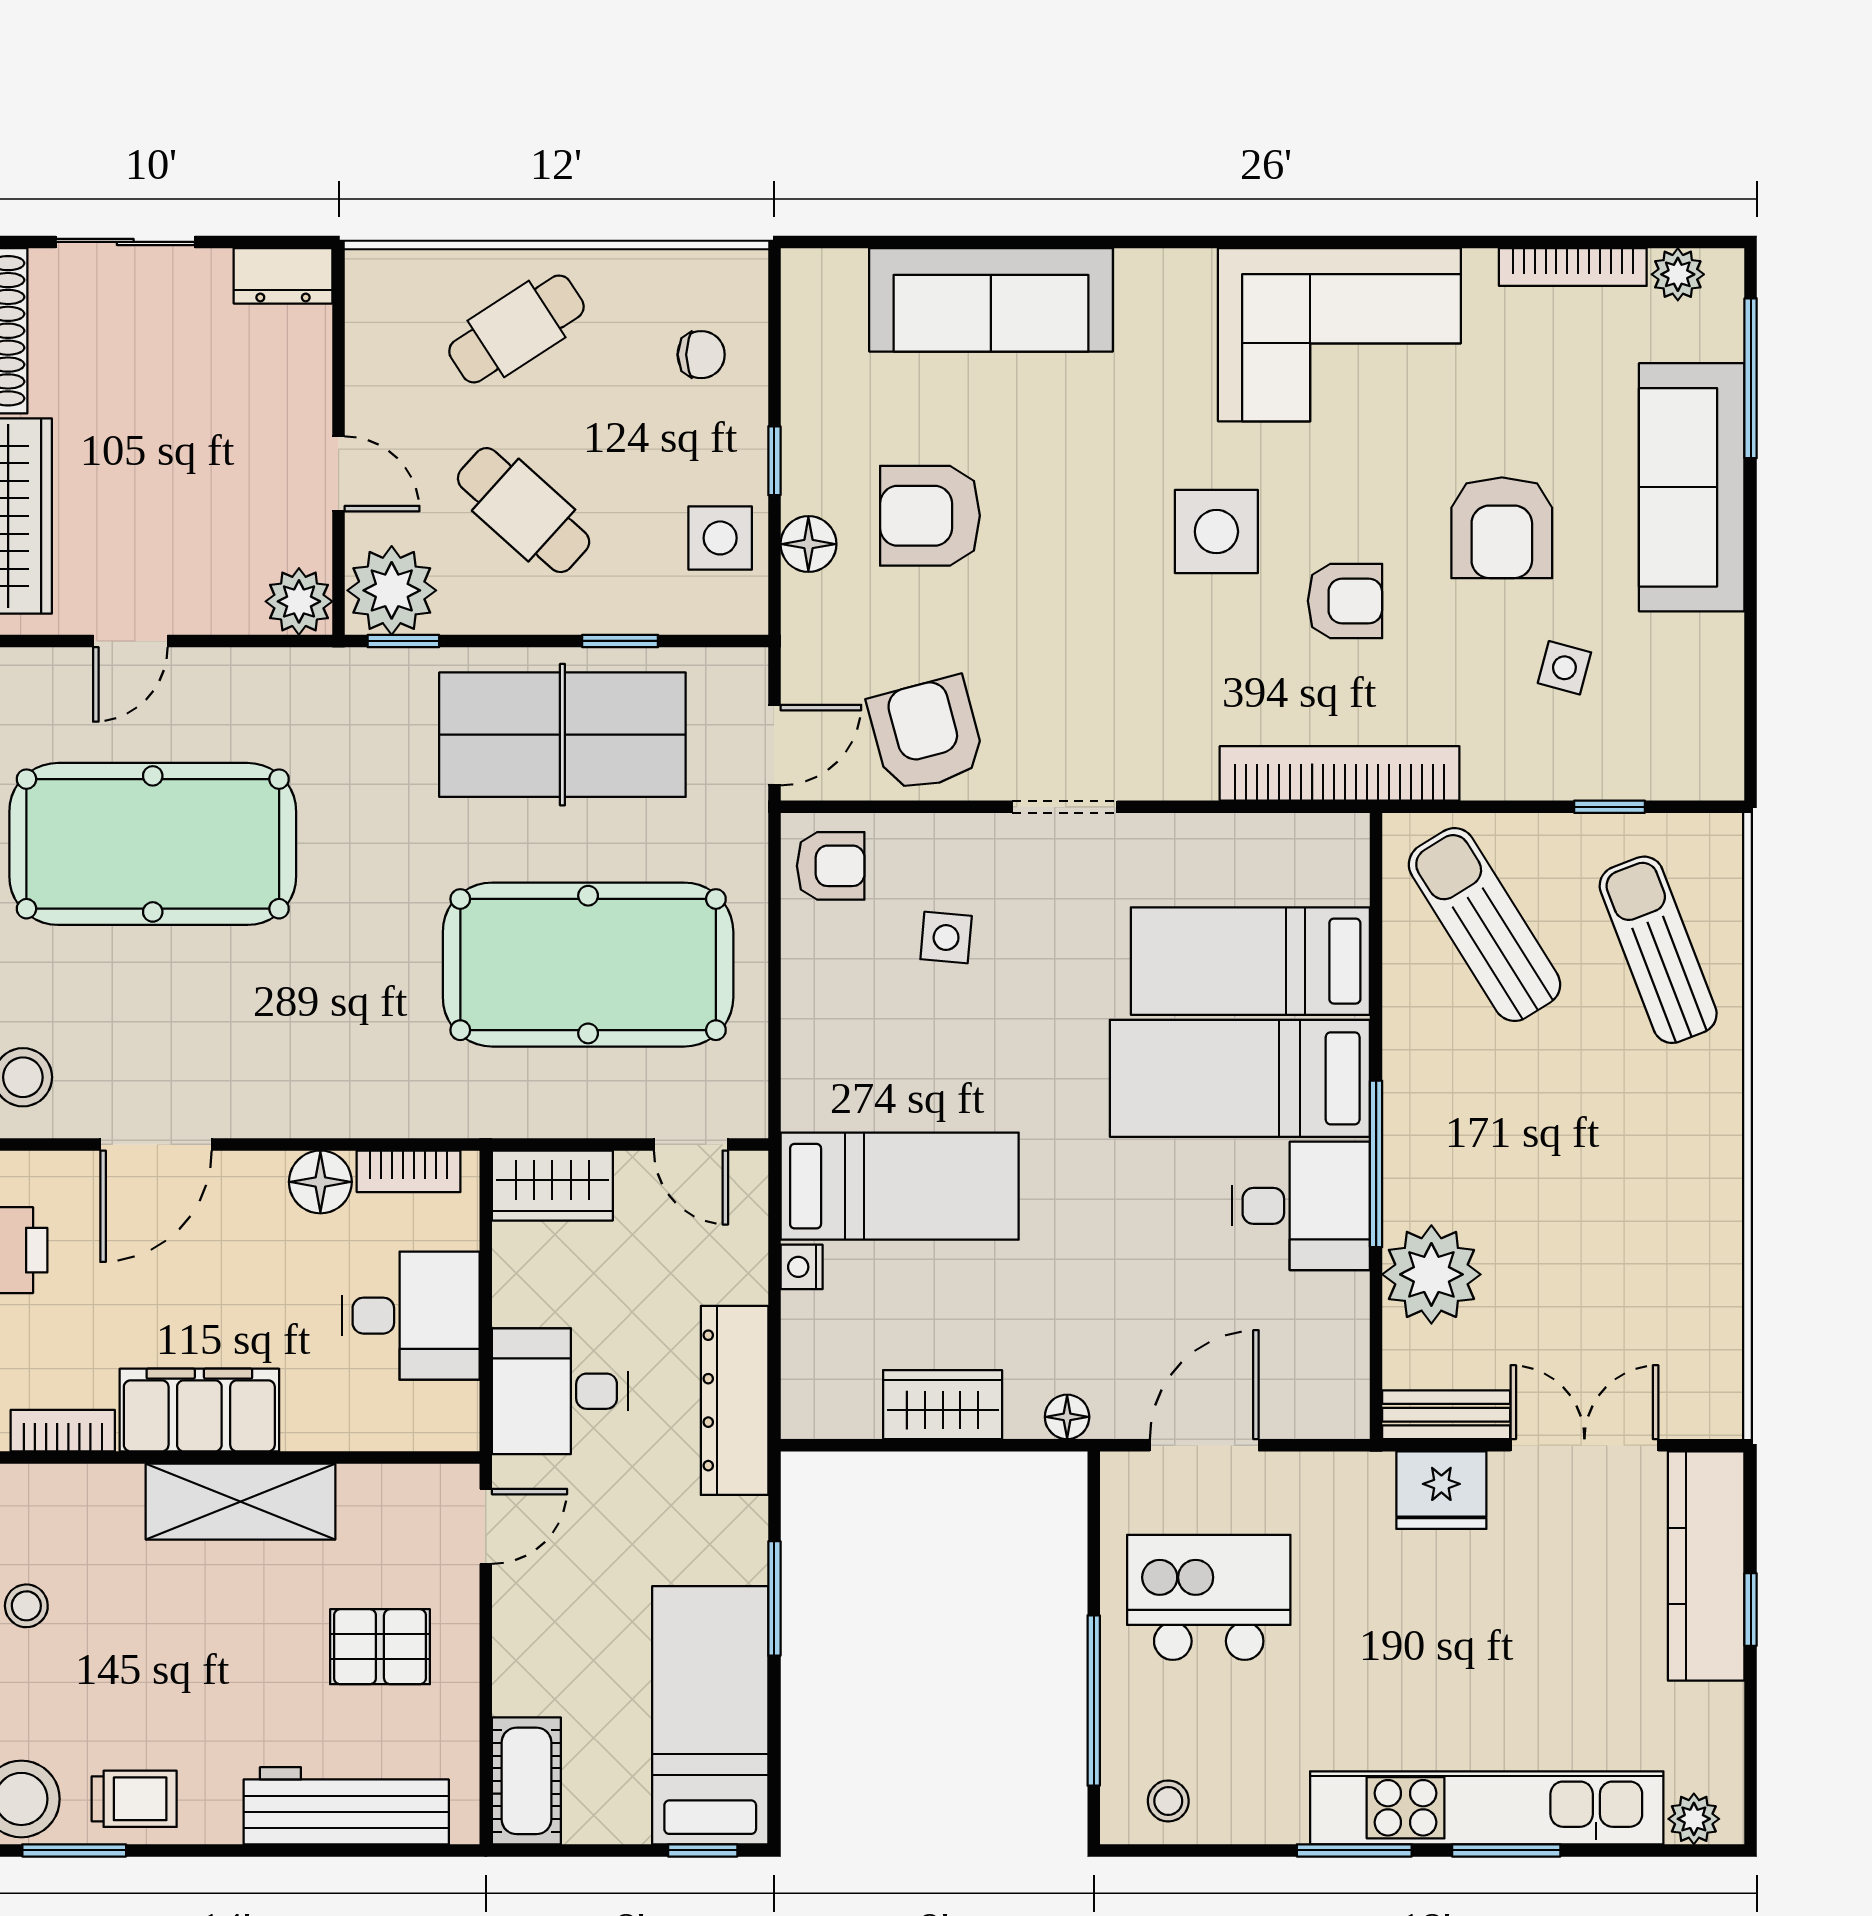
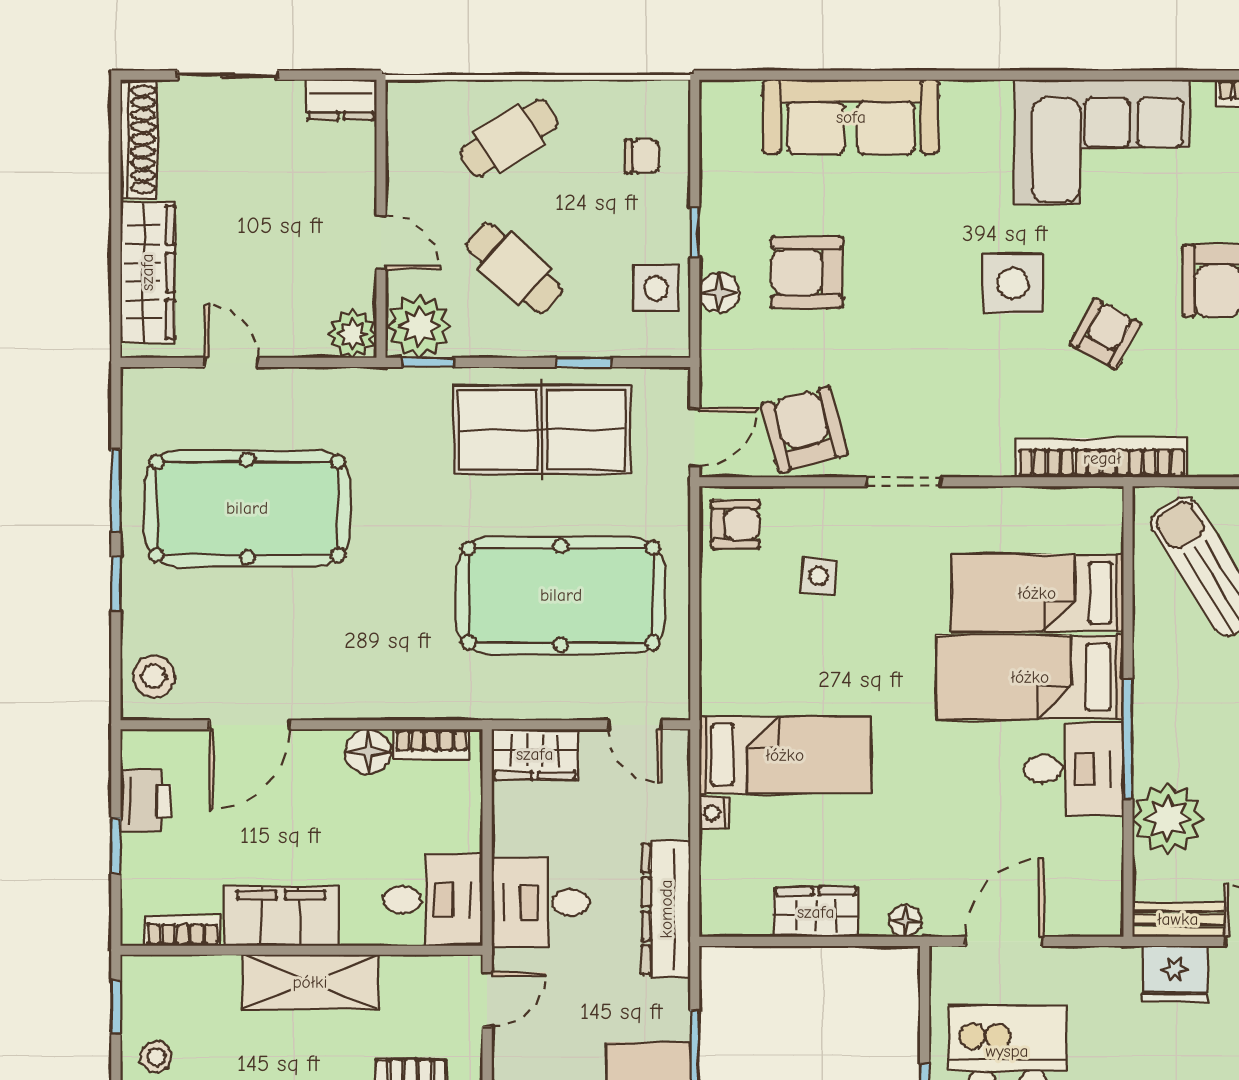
armchair: (1345, 601) -> (1106, 334), turned -61
door: (130, 641) -> (231, 362), swing flipped
desk: (411, 1316) -> (433, 900), moved

